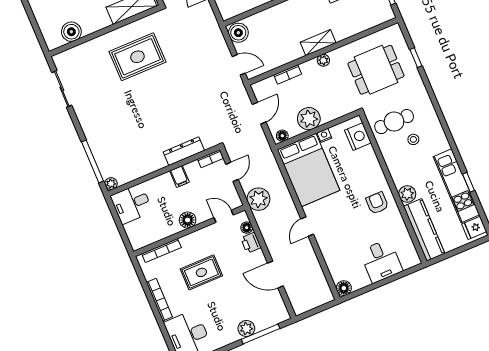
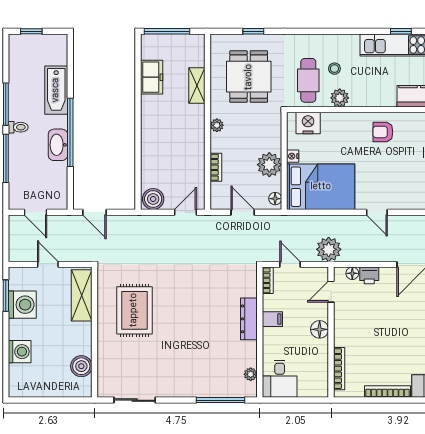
shelving: (318, 43) -> (197, 85), moved
dresser: (184, 151) -> (249, 319), moved
plant: (111, 184) -> (251, 374), moved
plant: (407, 194) -> (340, 98), moved
rug: (201, 272) -> (378, 338), removed

